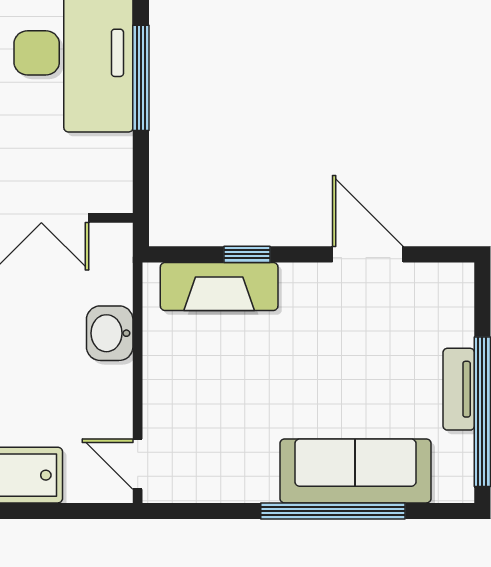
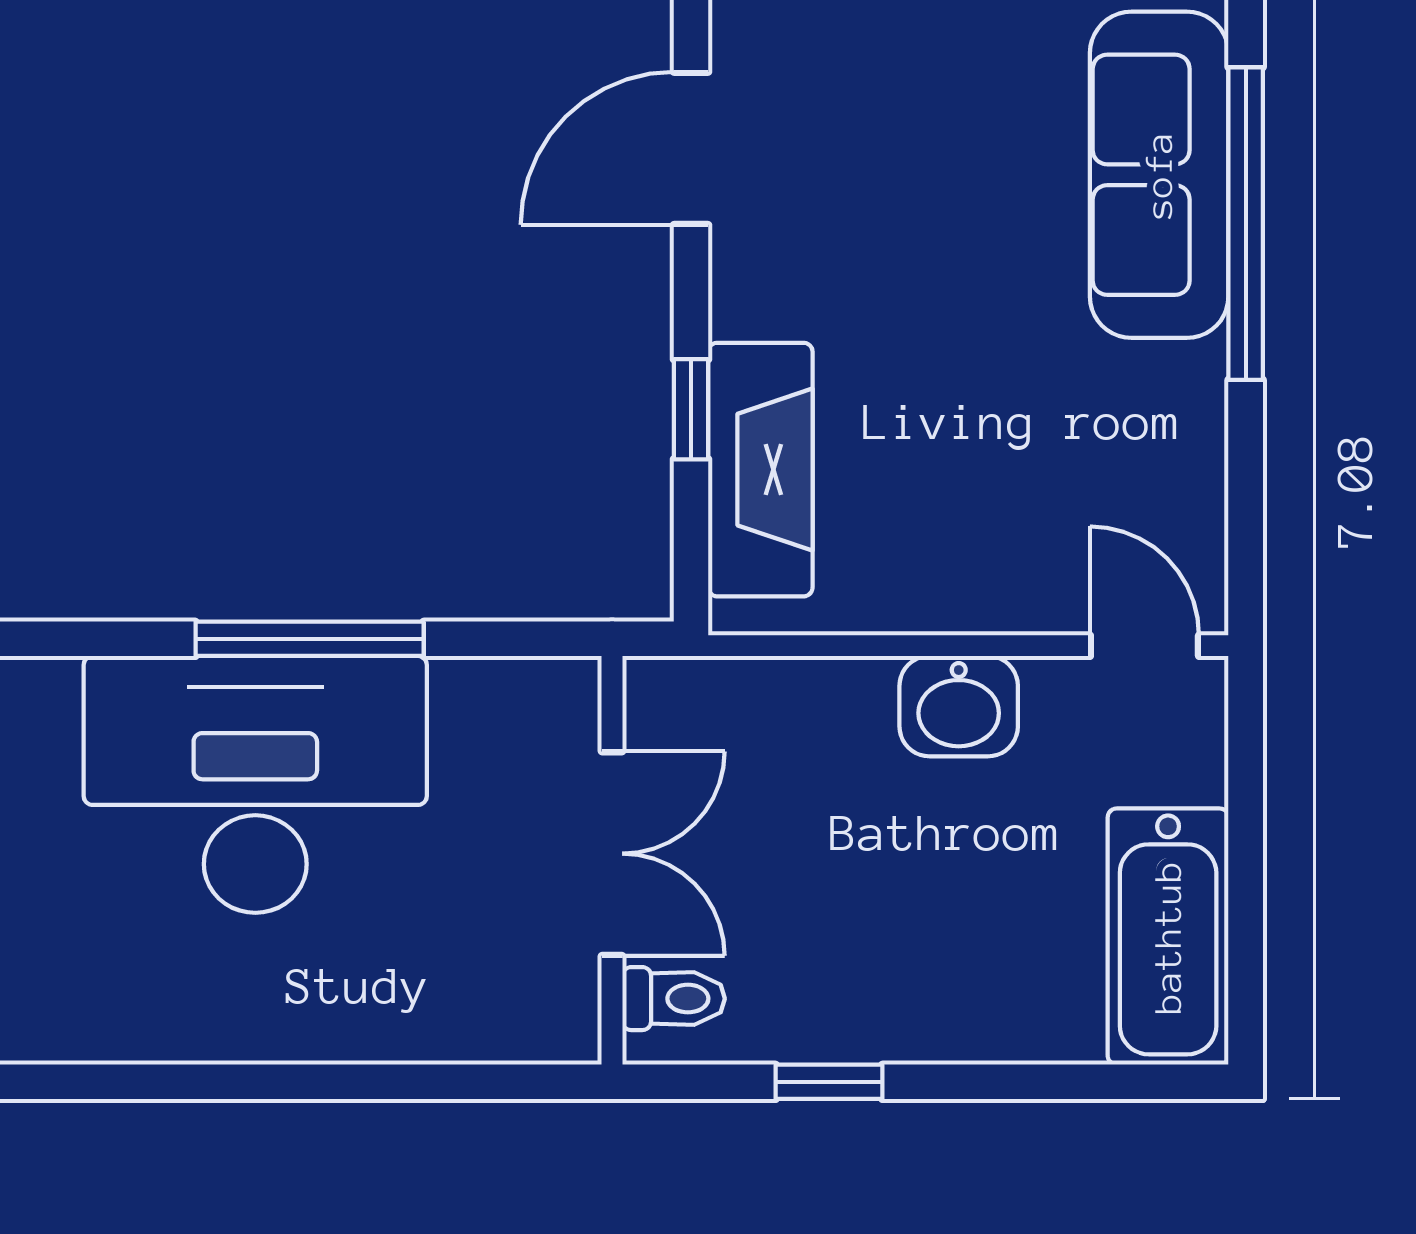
washbasin: (110, 333) -> (959, 706), moved
door: (138, 464) -> (1144, 646), swing flipped

